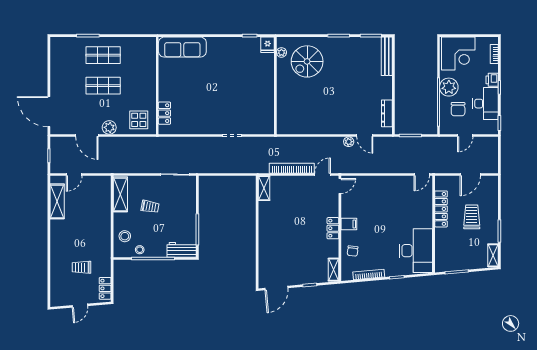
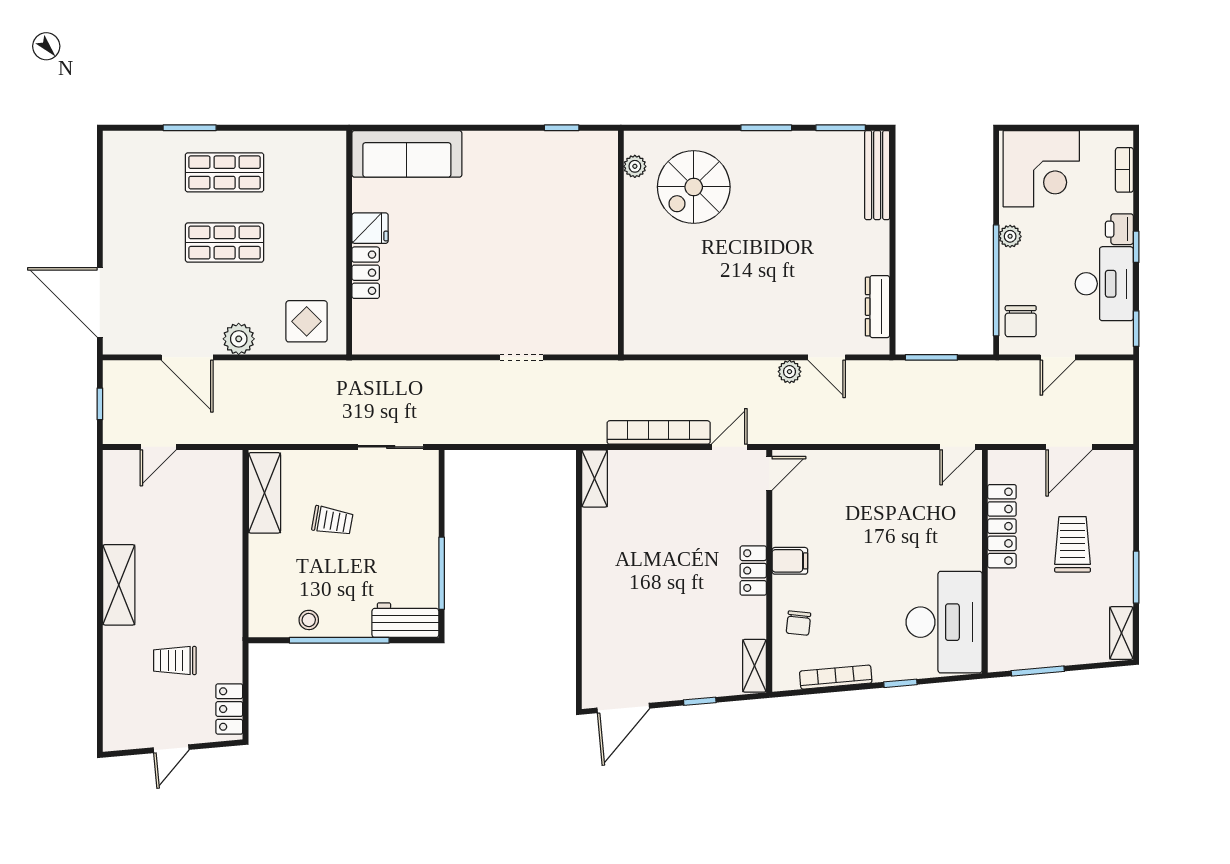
fridge: (268, 45) -> (370, 228), moved, turned -90
plant: (449, 87) -> (1010, 236), width x0.53, depth x0.53
chair: (458, 109) -> (1021, 321), moved
locker: (164, 113) -> (366, 273), moved
shelving: (57, 201) -> (119, 585), moved
stool: (125, 236) -> (274, 589), removed

